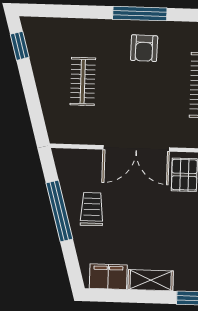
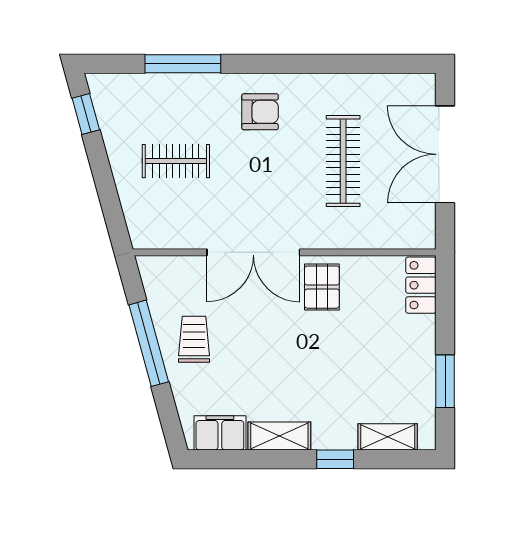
window: (140, 14) -> (183, 64), moved
armchair: (144, 48) -> (260, 112), turned -91
clothes rail: (83, 81) -> (176, 161), turned 90

